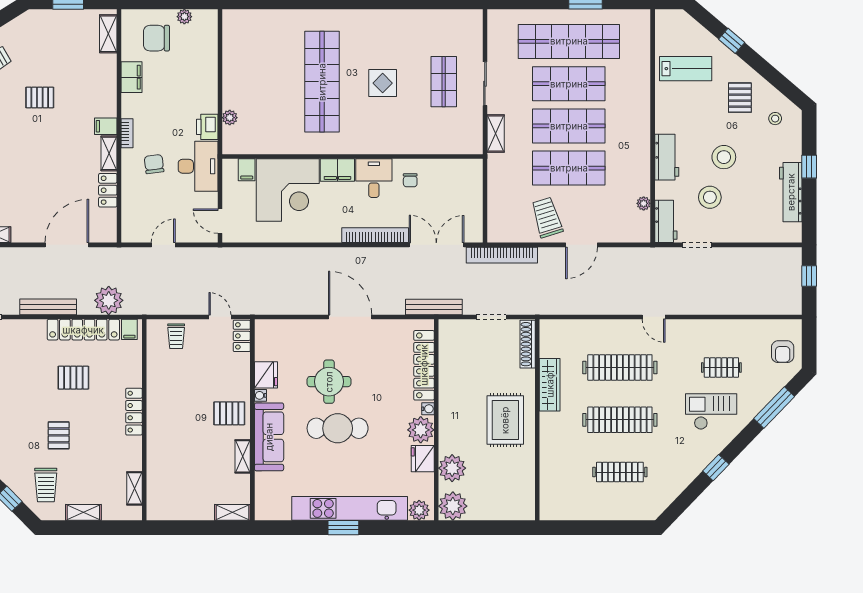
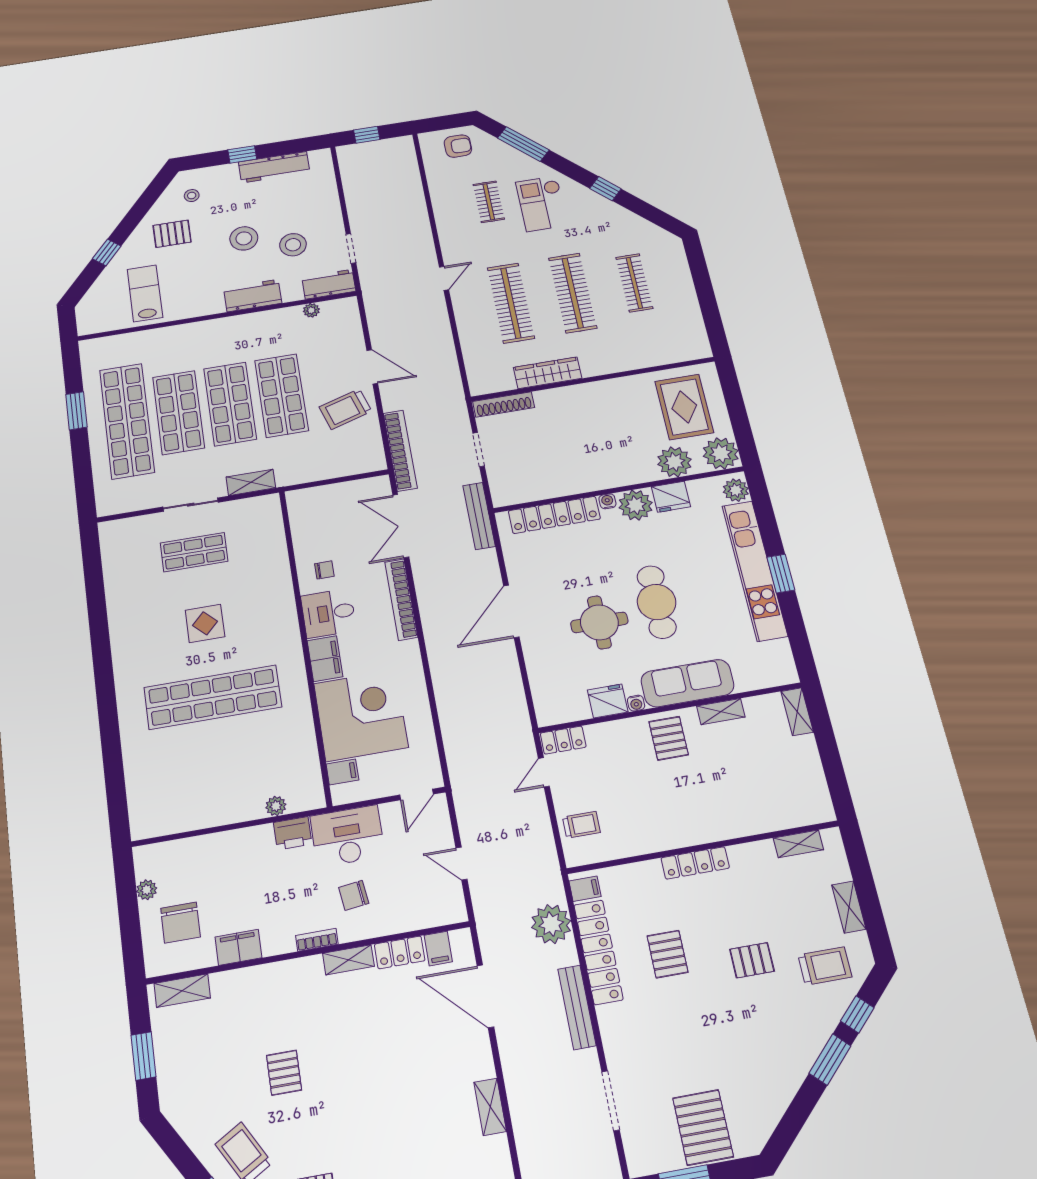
filing cabinet: (106, 126) -> (438, 948), moved
rug: (505, 420) -> (684, 407), moved, turned 90

